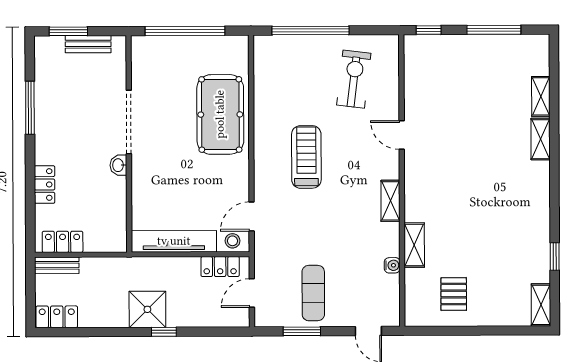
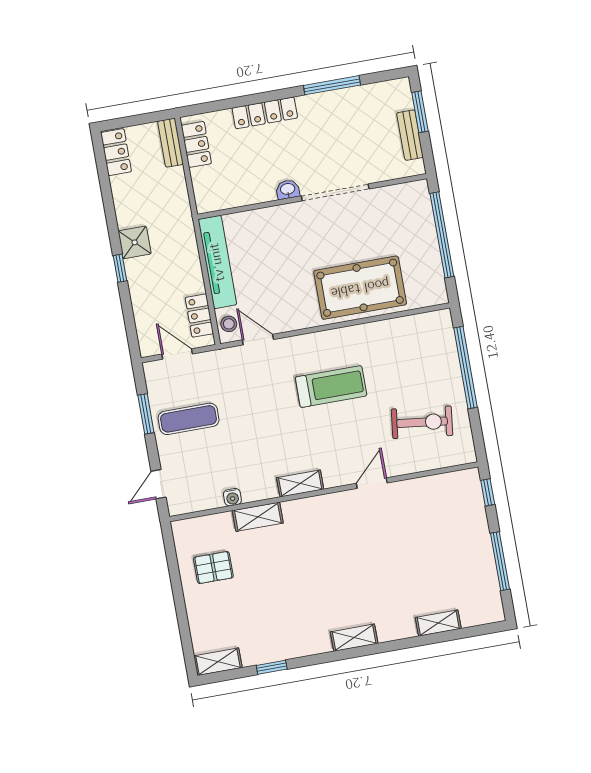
shelving: (541, 139) -> (354, 638), moved
locker: (45, 184) -> (265, 113), width x1.53
shower: (147, 309) -> (135, 242), width x0.73, depth x0.73

